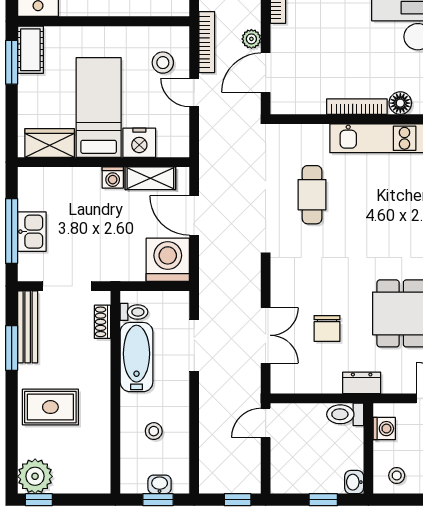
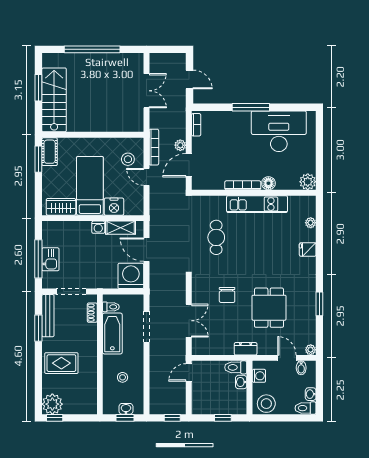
chair: (327, 328) -> (227, 295), moved
stool: (397, 475) -> (266, 404), width x1.89, depth x1.89
washbasin: (354, 482) -> (241, 382), moved

